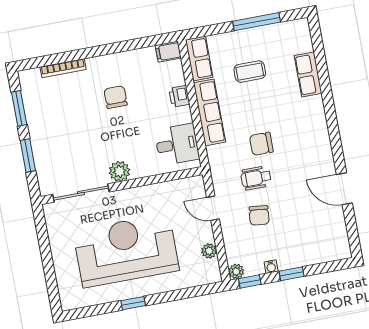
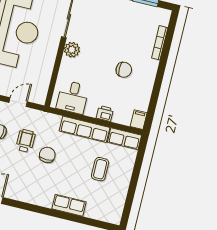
window: (257, 22) -> (132, 189), removed
row of seats: (308, 74) -> (69, 205), moved

